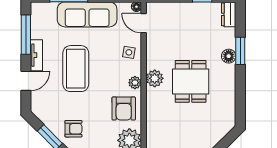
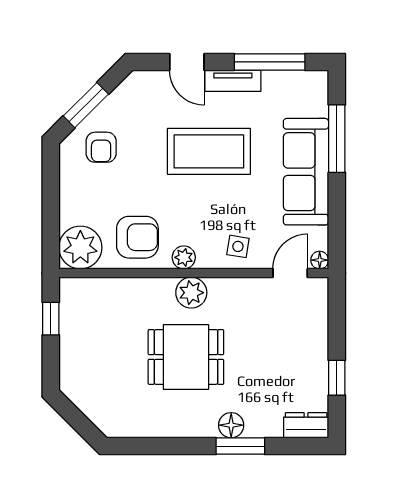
armchair: (124, 108) -> (137, 237), turned 180

